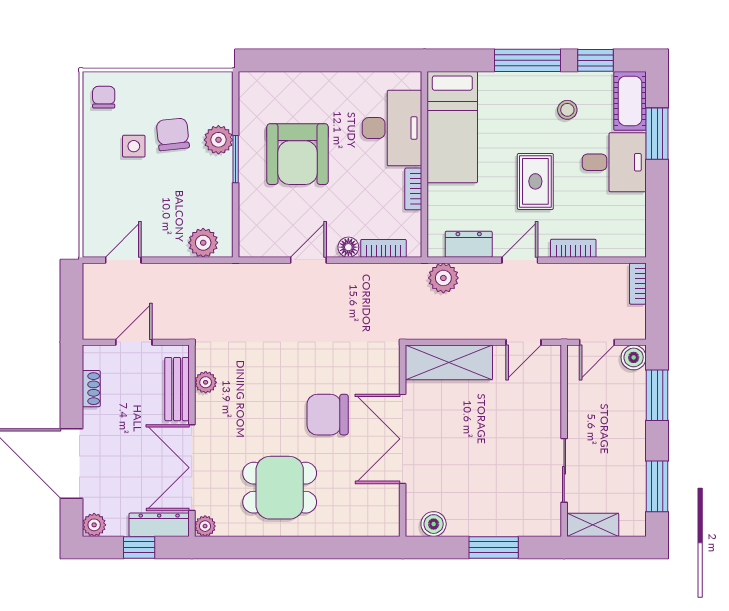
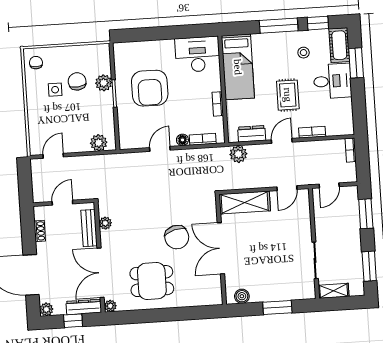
desk: (392, 128) -> (198, 54), moved, turned -90
boiler: (634, 357) -> (351, 193), removed
chair: (328, 415) -> (177, 237), turned -105

